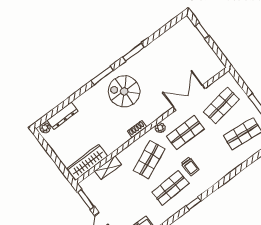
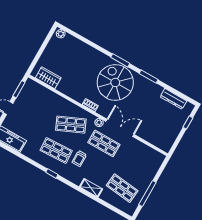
spiral stairs: (124, 91) -> (115, 82), width x1.37, depth x1.37
double door: (189, 98) -> (120, 128), moved
shop shelf: (221, 105) -> (137, 162), removed
dresser: (63, 116) -> (173, 99), moved
wardrobe: (87, 162) -> (48, 78), width x0.67
shelving: (108, 168) -> (91, 188), moved

